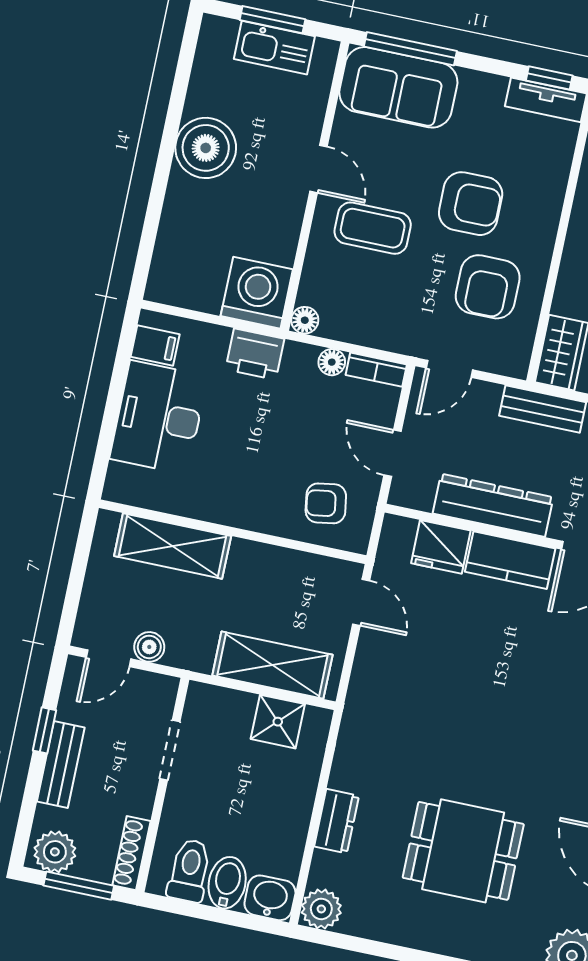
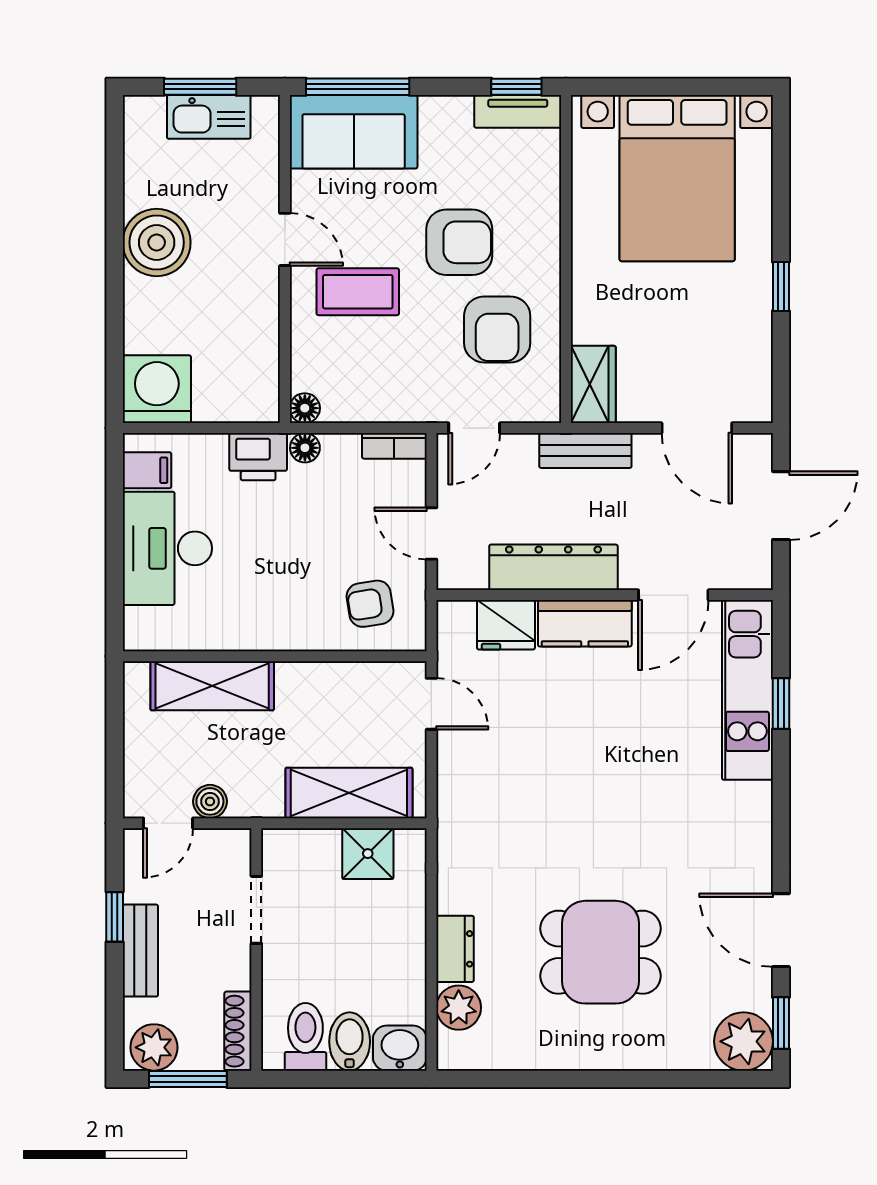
washing machine: (257, 293) -> (157, 389), moved
floor lamp: (332, 362) -> (305, 448), moved
plant: (321, 909) -> (459, 1008), moved

